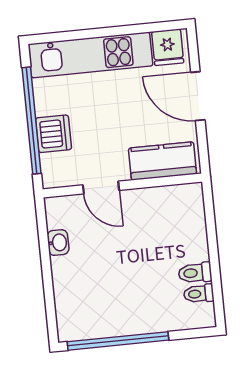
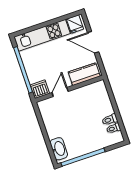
dishwasher: (53, 134) -> (40, 89), moved, turned -90
door: (101, 188) -> (60, 92), swing flipped
washbasin: (58, 243) -> (59, 149), moved, width x1.91, depth x1.45

